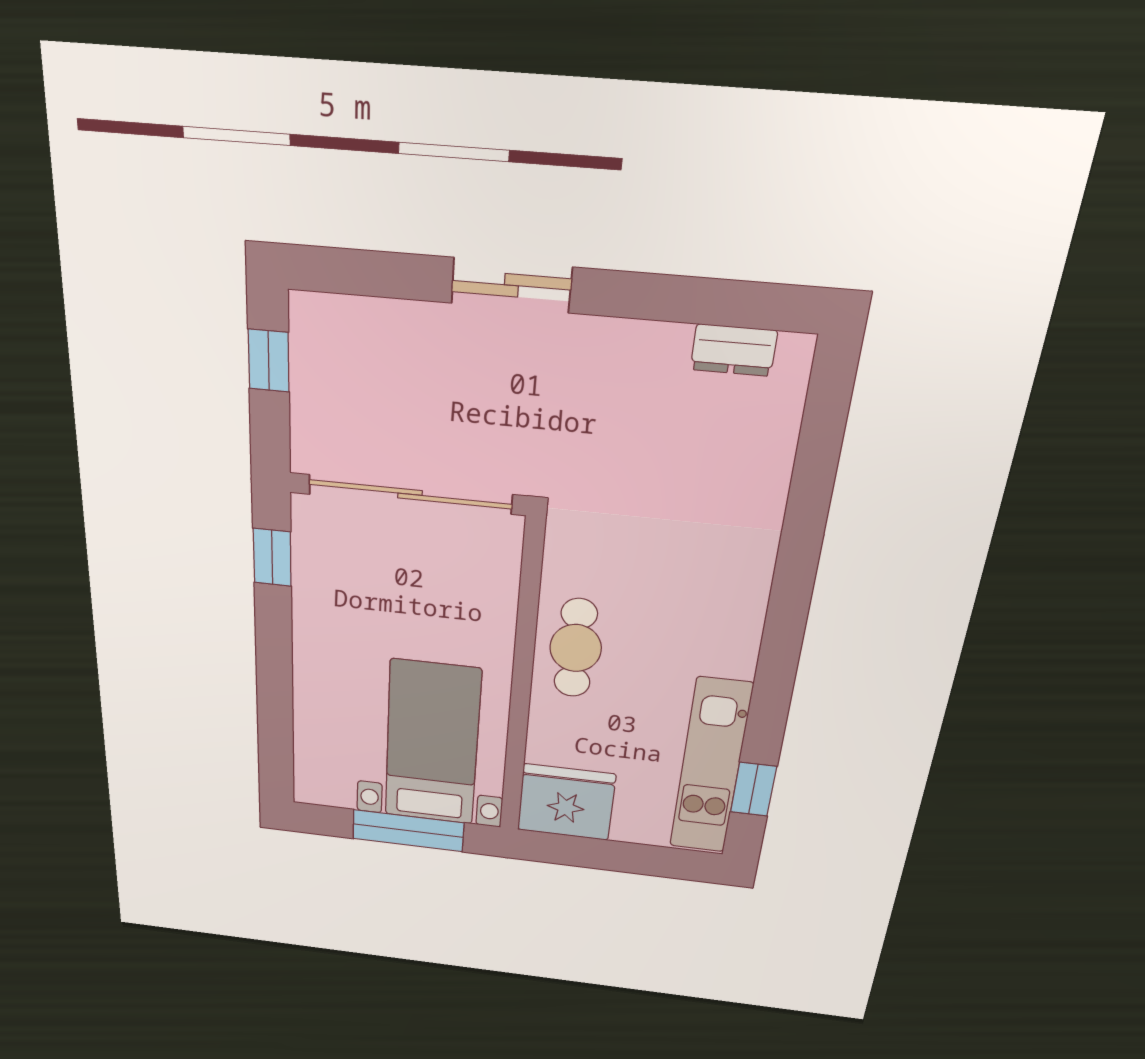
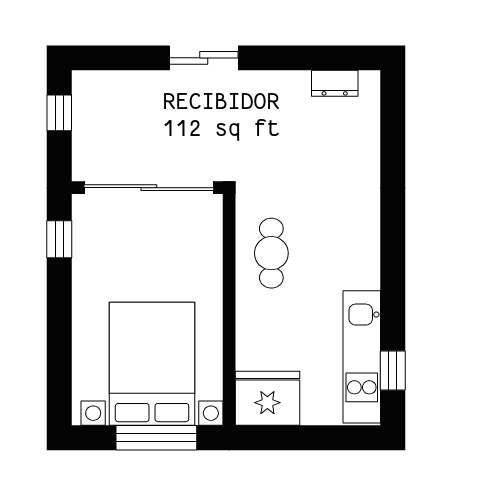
cafe table: (576, 648) -> (271, 253), moved
bed with nightstands: (432, 743) -> (152, 364), width x1.36

